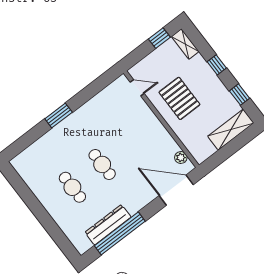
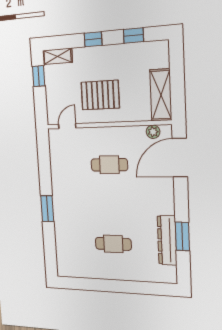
shelving: (231, 130) -> (161, 95), moved
cafe table: (102, 164) -> (109, 165), moved
window: (120, 233) -> (182, 236), width x0.47

